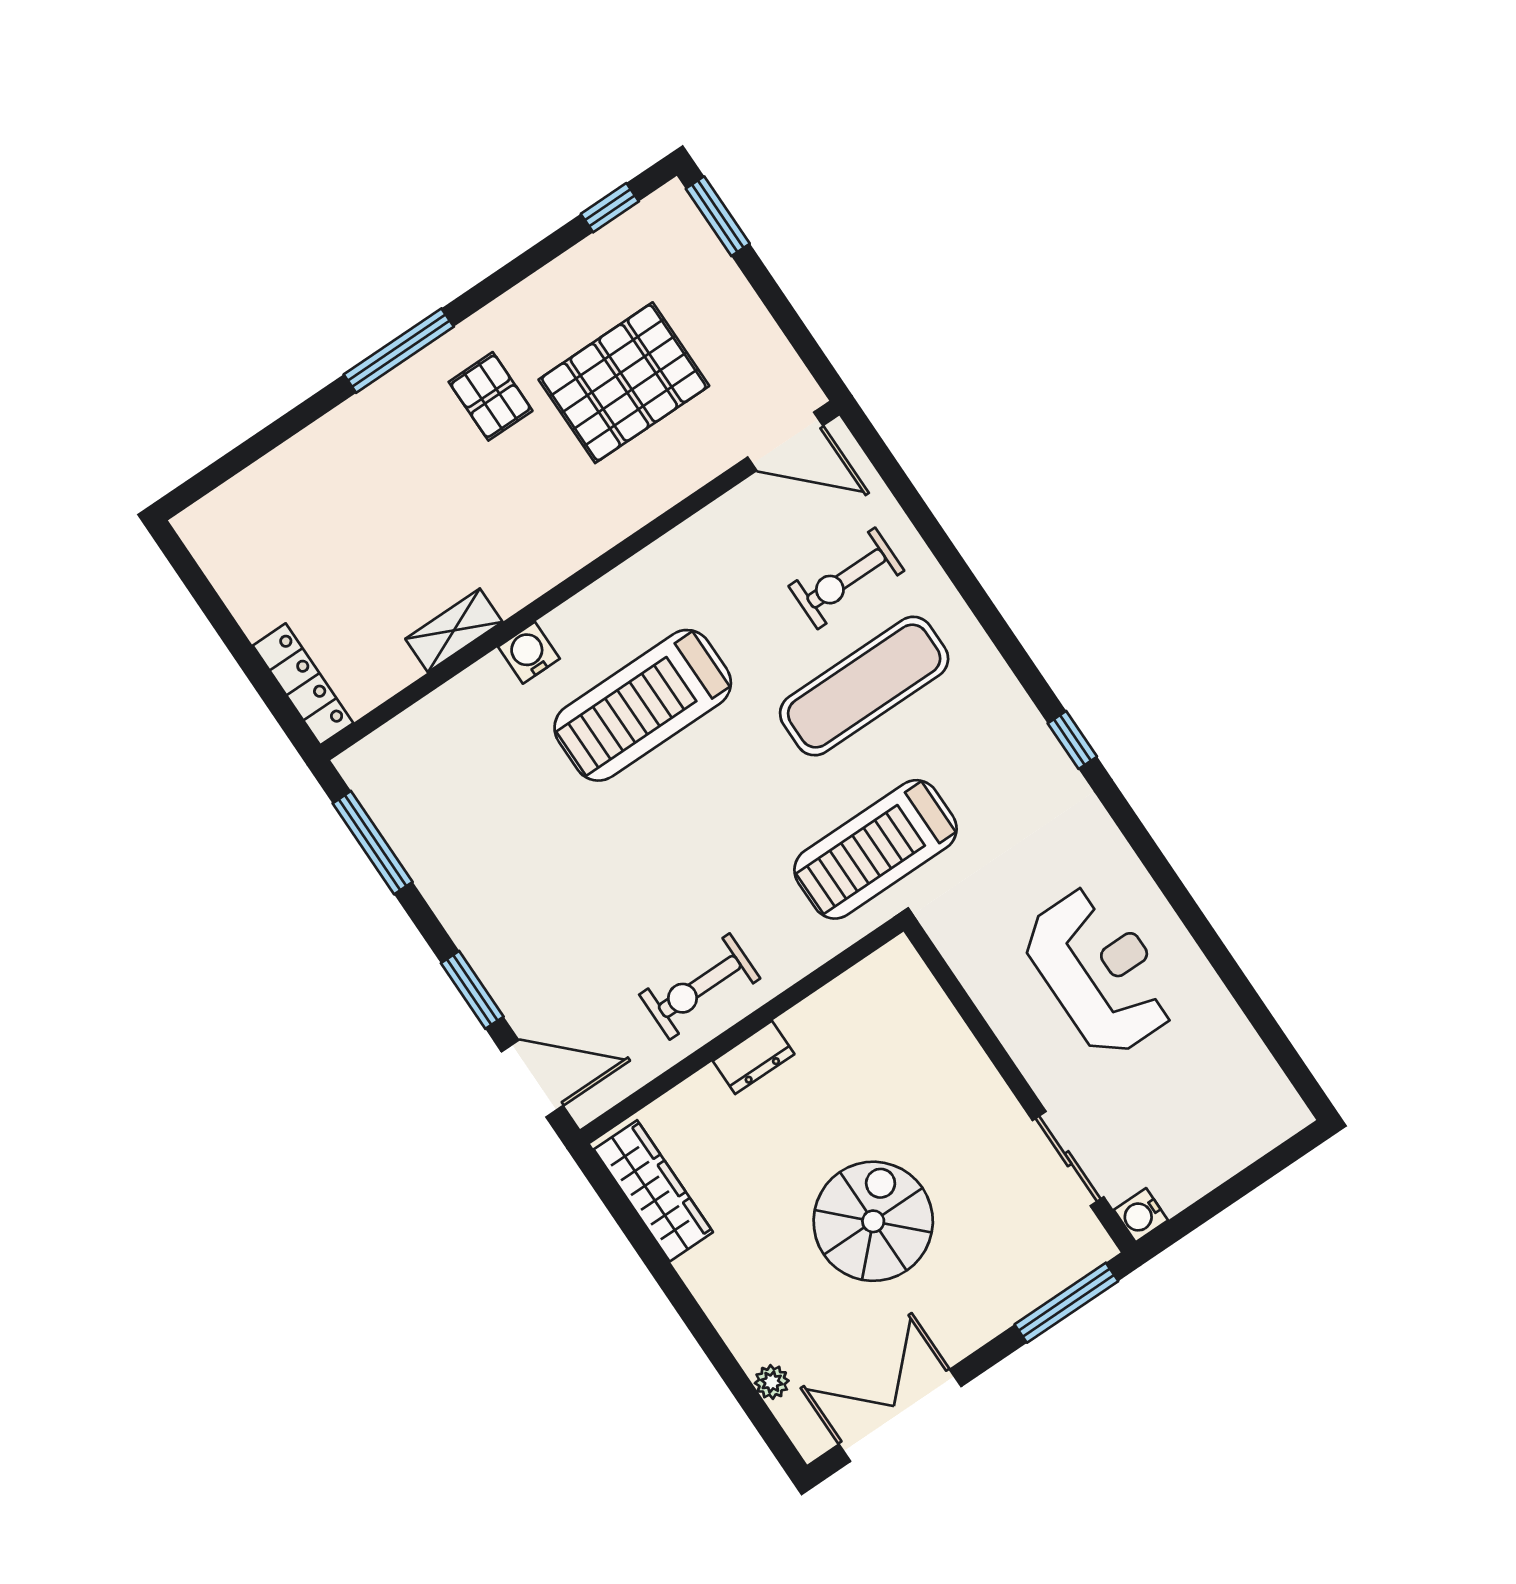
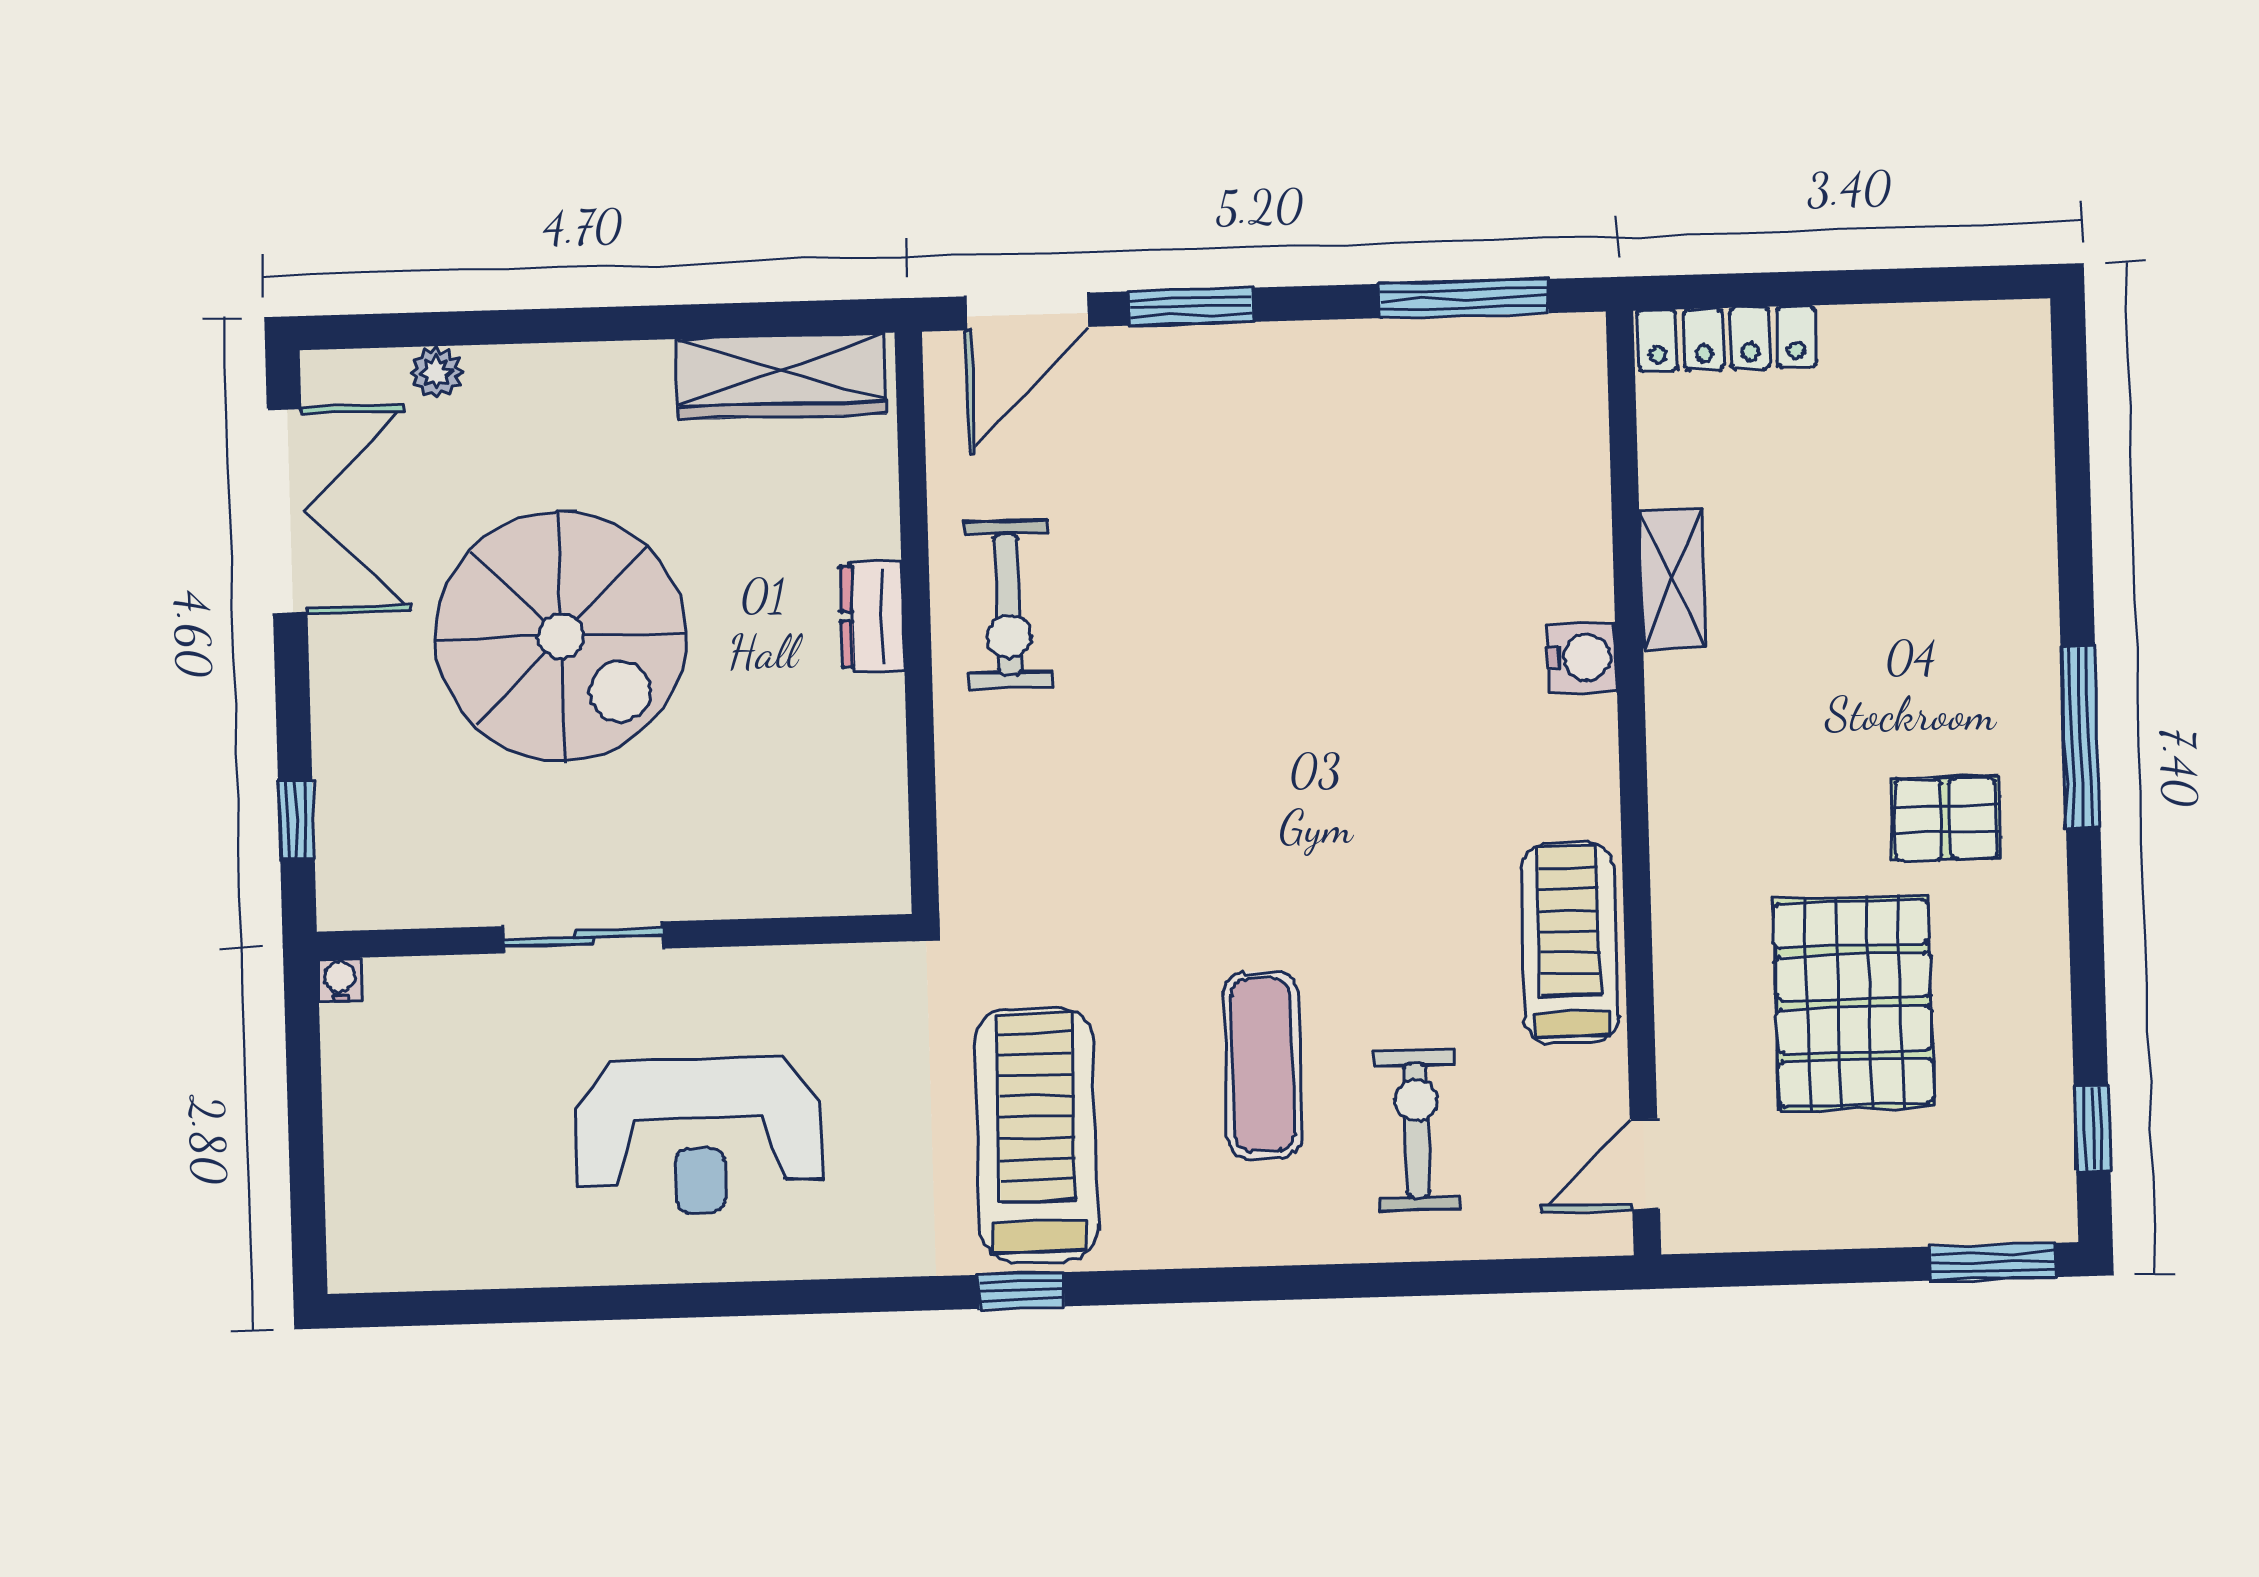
door: (785, 441) -> (1645, 1164), width x0.73
exercise mat: (864, 686) -> (1263, 1065), width x0.73, depth x0.69
treadmill: (643, 705) -> (1570, 943), moved, width x0.73, depth x0.73
treadmill: (876, 849) -> (1037, 1135), moved
exercise bike: (700, 987) -> (1008, 604), turned 180
sliding door: (1068, 1159) -> (584, 937), moved
water cooler: (1141, 1215) -> (340, 980), width x0.72, depth x0.72
spiral stairs: (873, 1221) -> (561, 636), width x1.37, depth x1.37
window: (1066, 1303) -> (296, 820), width x0.46

